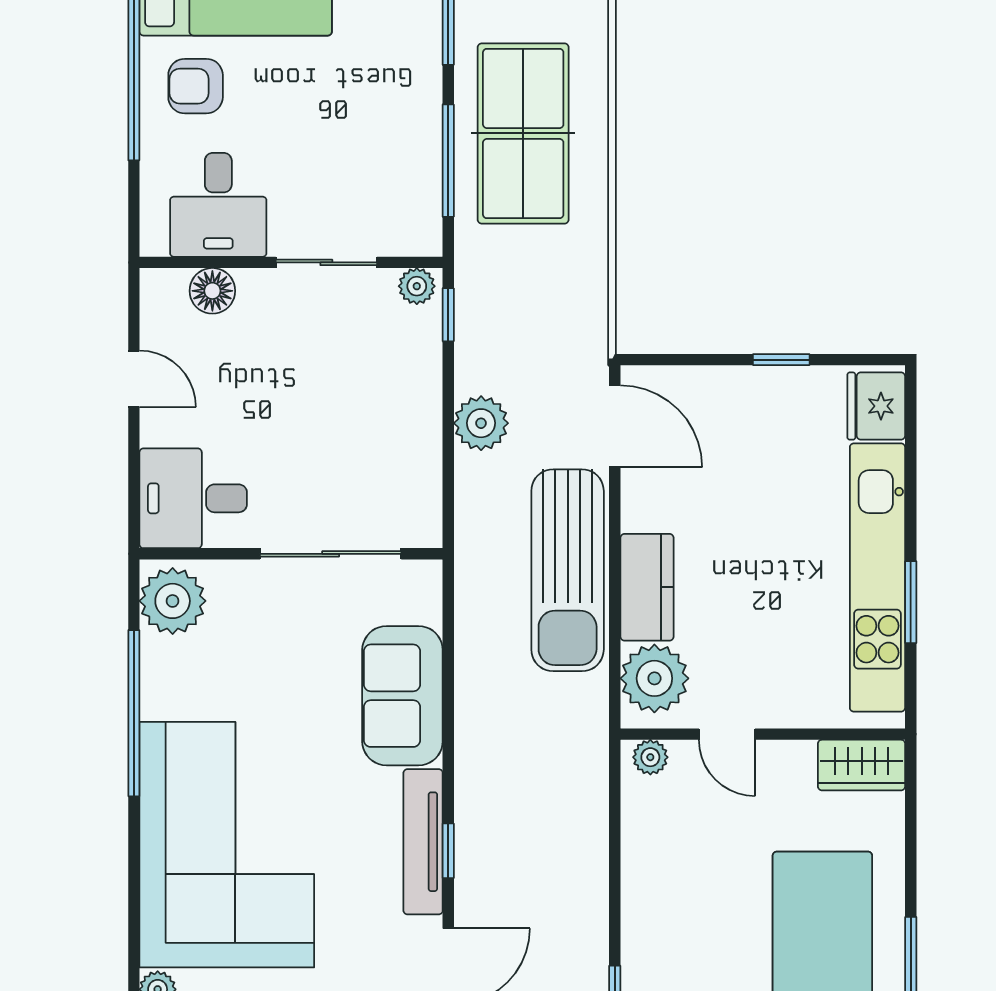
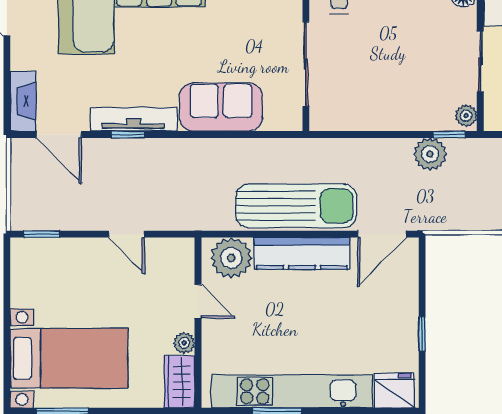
plant: (481, 423) -> (430, 154), moved
sun lounger: (568, 570) -> (296, 206), turned 180
kitchen counter: (647, 587) -> (302, 253), width x1.50
door: (727, 734) -> (198, 301), swing flipped
plant: (650, 757) -> (184, 343), moved
door: (615, 853) -> (127, 234), added

